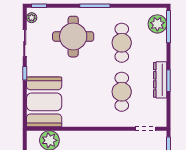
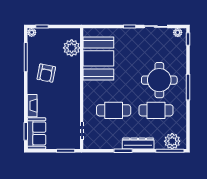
round table: (73, 37) -> (159, 80), moved
dresser: (160, 80) -> (138, 144), moved
booth: (44, 102) -> (98, 58), moved, turned 90

